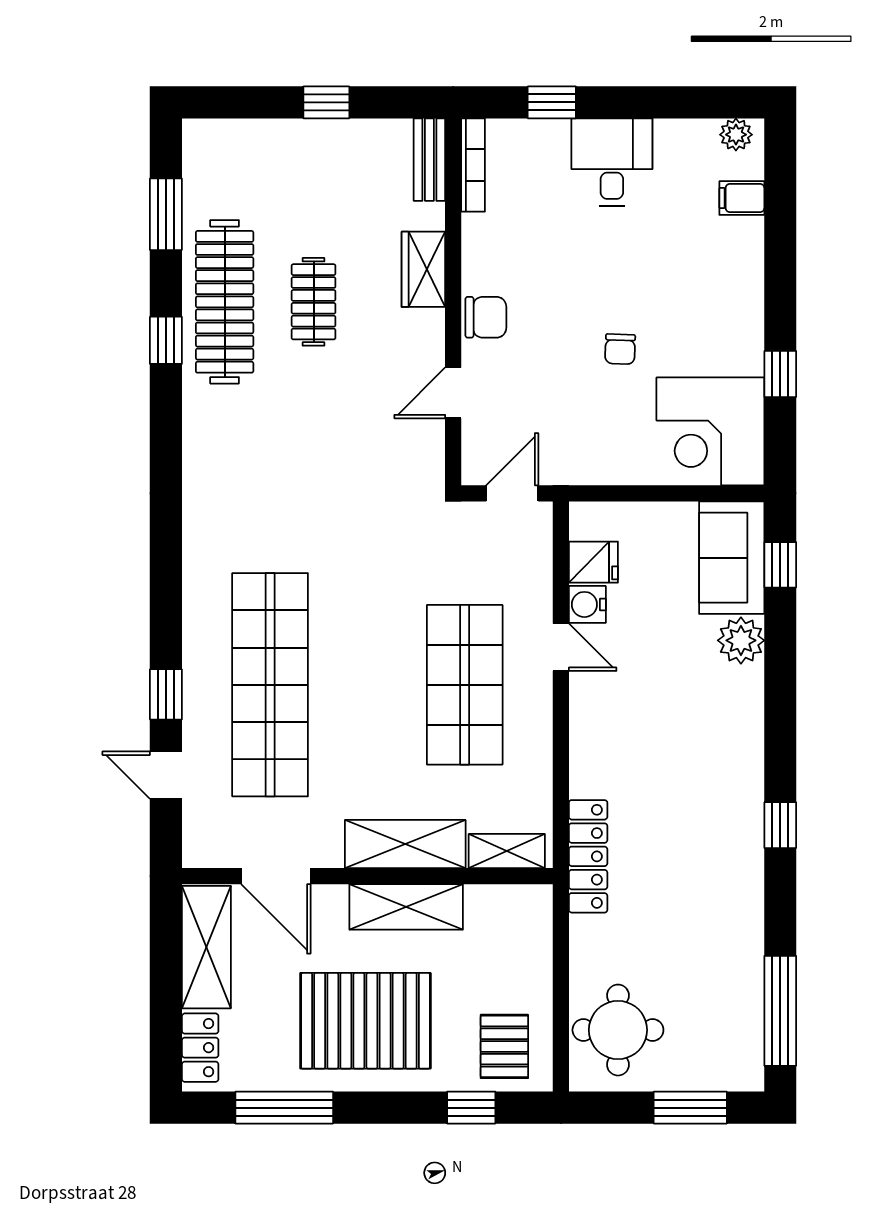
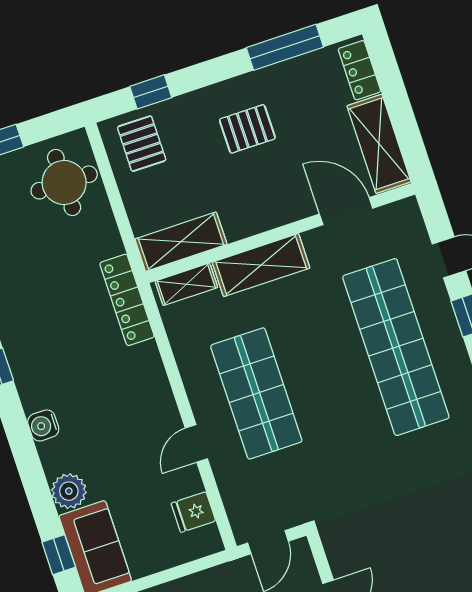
water cooler: (587, 604) -> (43, 425), moved, turned 180
door: (561, 647) -> (196, 443), hinge flipped
shelving: (406, 907) -> (181, 242), moved
pallet: (365, 1021) -> (247, 129), width x0.49, depth x0.50

